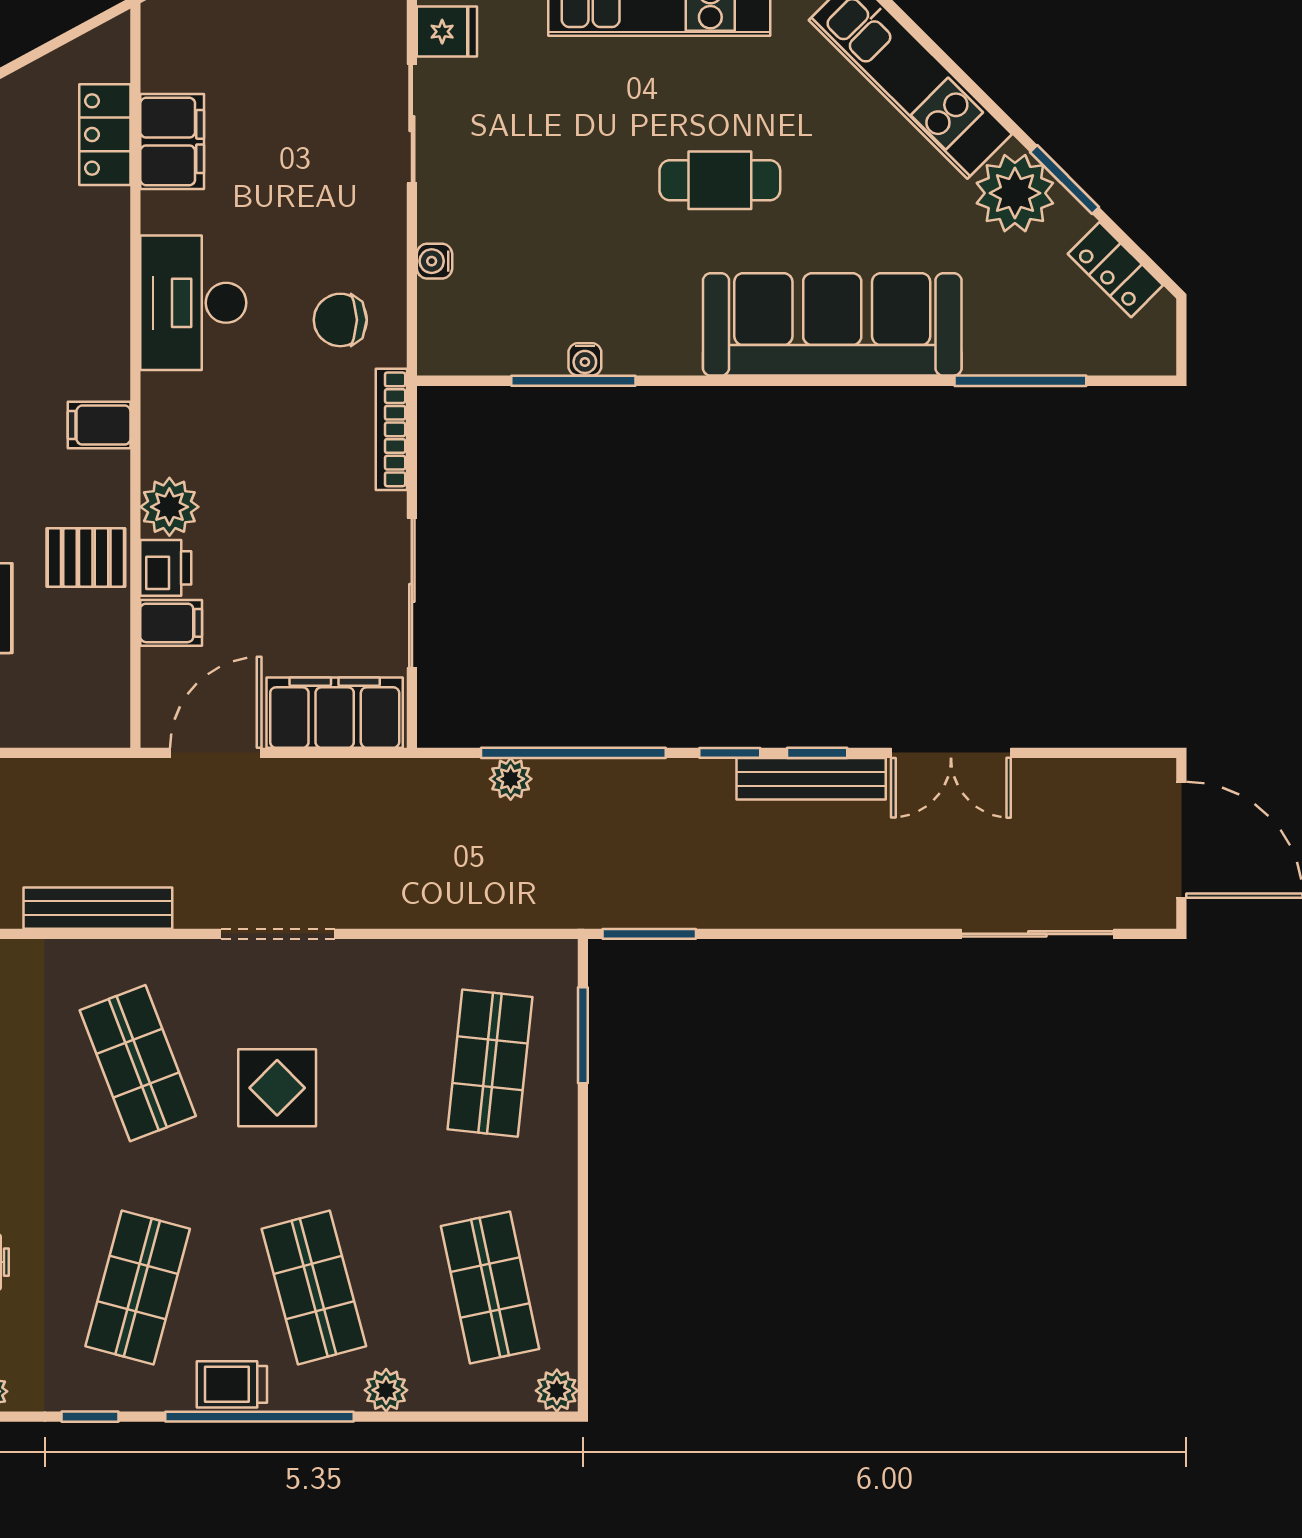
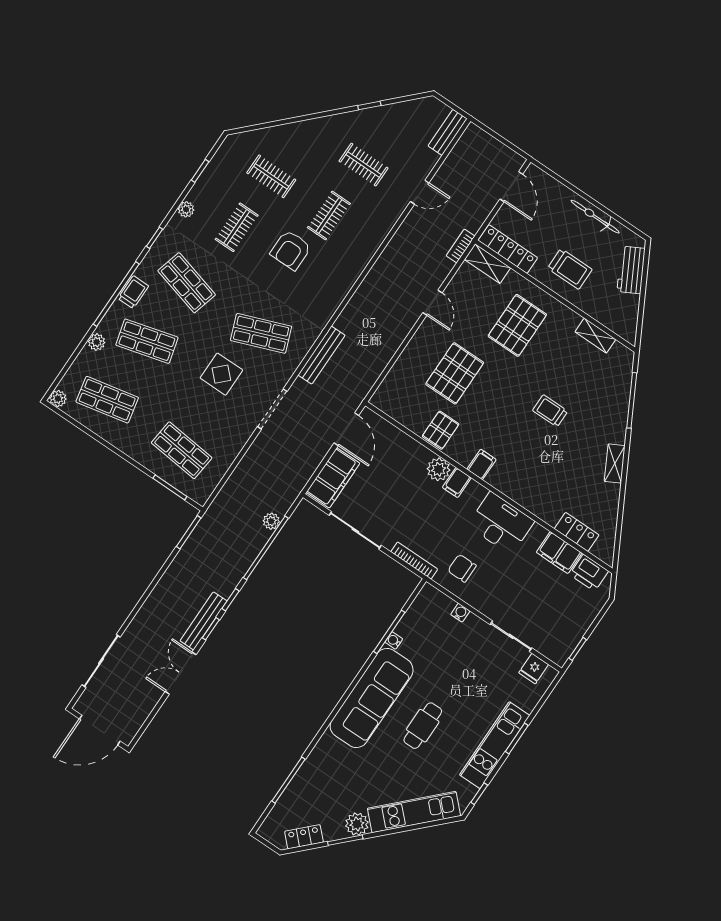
plant: (1015, 193) -> (357, 824), width x0.73, depth x0.73
chair: (340, 320) -> (462, 568), turned -90
sofa: (832, 324) -> (372, 698), moved
printer: (166, 568) -> (589, 573), moved, width x1.36, depth x1.24
filing cabinet: (171, 623) -> (457, 483), moved

